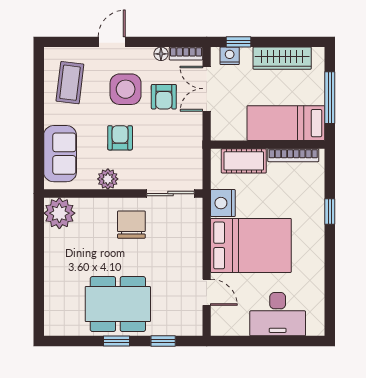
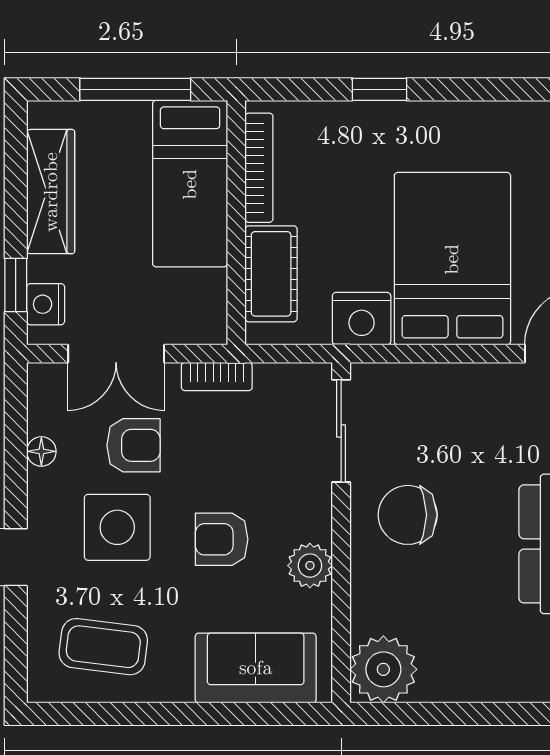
bookcase: (186, 54) -> (217, 376), moved, turned 90

